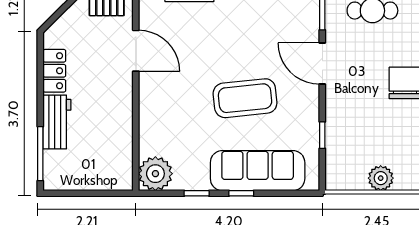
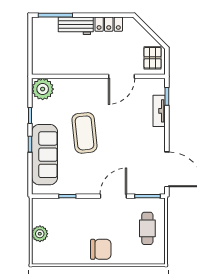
coffee table: (245, 98) -> (84, 133), moved

